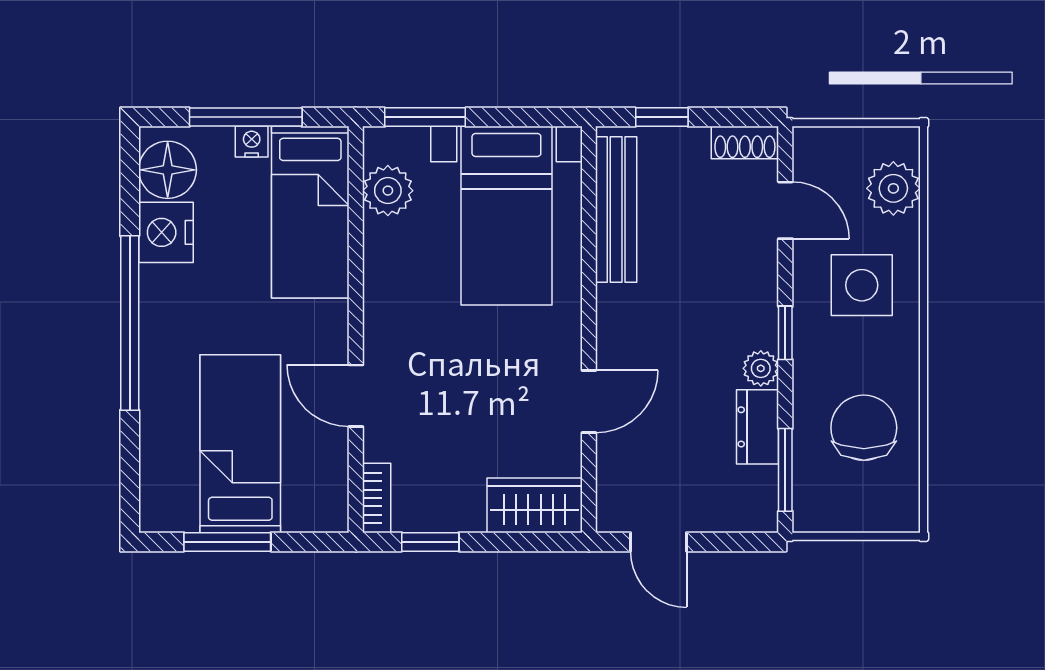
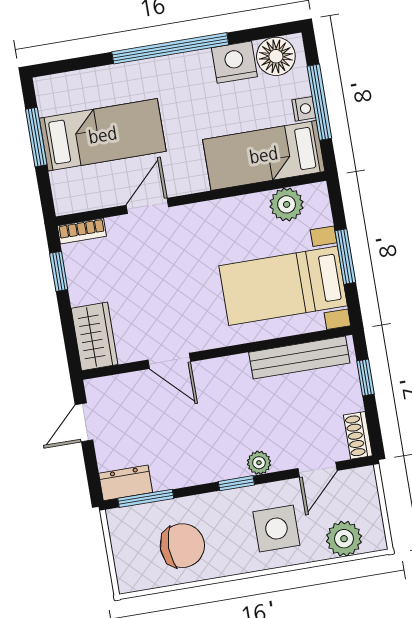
window: (425, 117) -> (345, 257), moved
plant: (761, 368) -> (259, 463), moved
dresser: (758, 427) -> (126, 483), moved

